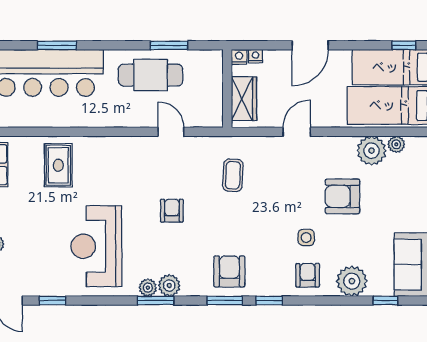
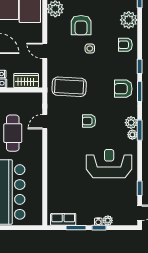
rug: (58, 165) -> (64, 185), removed
coffee table: (233, 175) -> (69, 87), width x1.86, depth x1.72
side table: (306, 237) -> (90, 48), moved
reception desk: (96, 246) -> (109, 164), turned 180

